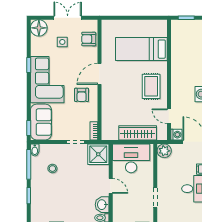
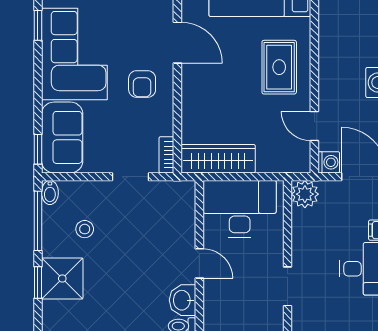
door: (99, 74) -> (177, 43), swing flipped
wardrobe: (138, 133) -> (218, 159), moved
shower: (98, 154) -> (62, 279), moved

